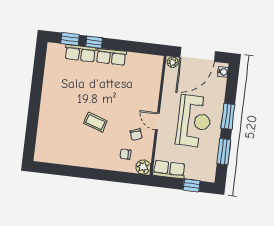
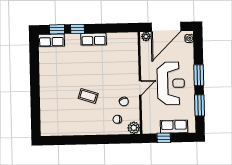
row of seats: (80, 53) -> (51, 40), moved
door: (157, 121) -> (140, 88), swing flipped
row of seats: (169, 170) -> (174, 127), moved
window: (191, 185) -> (164, 138), moved

